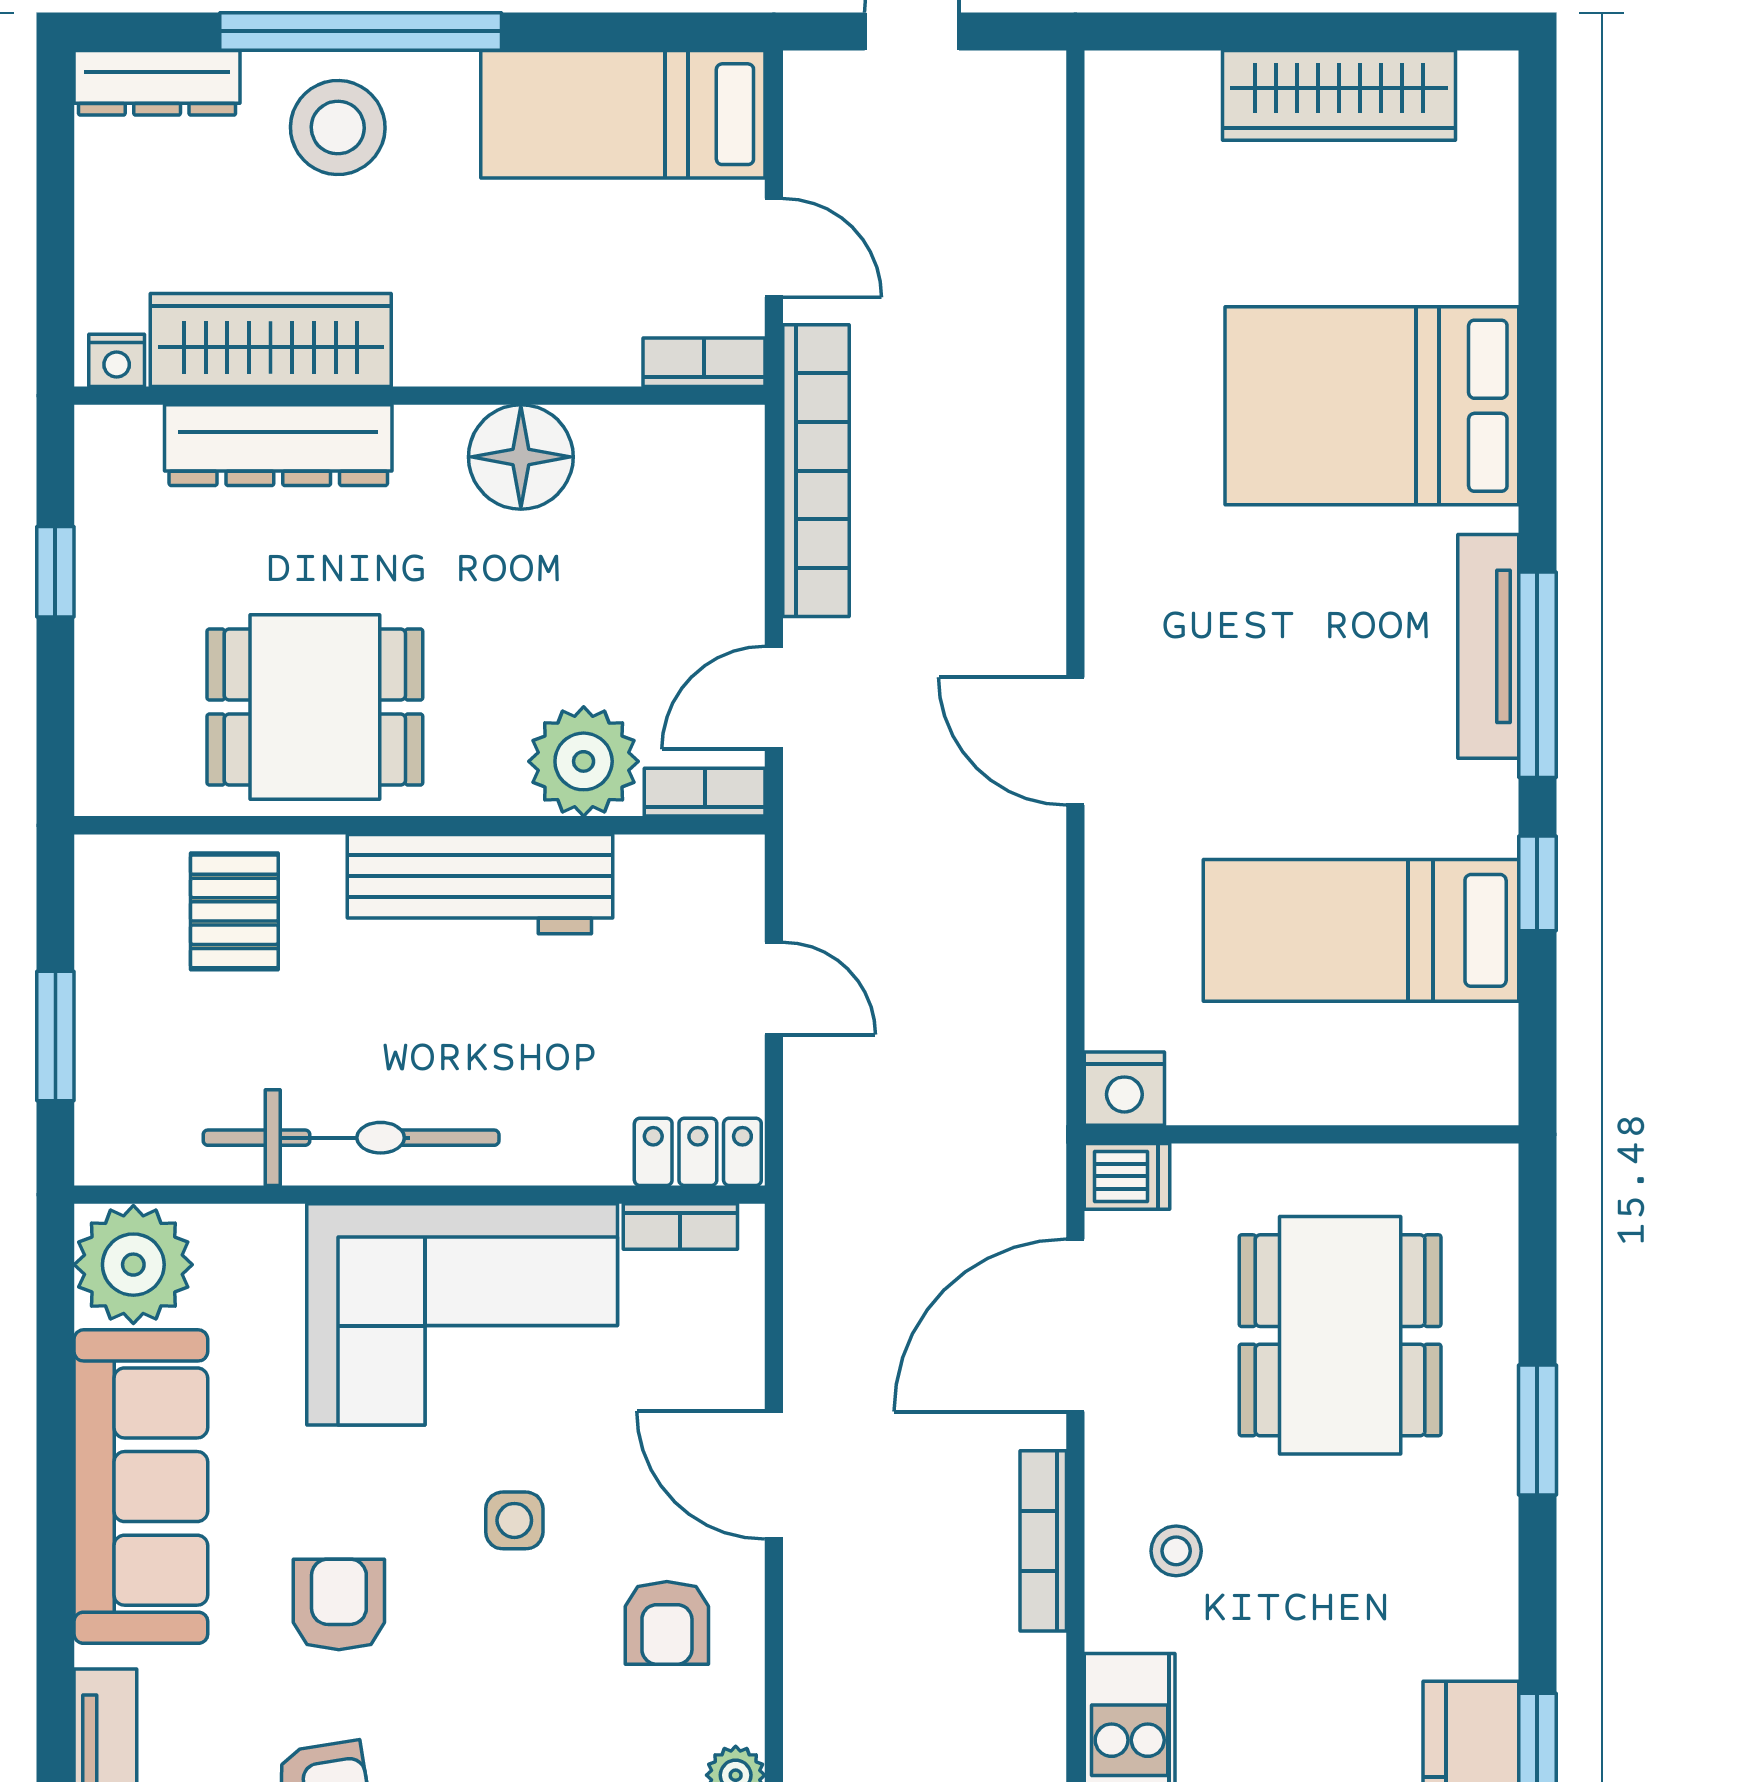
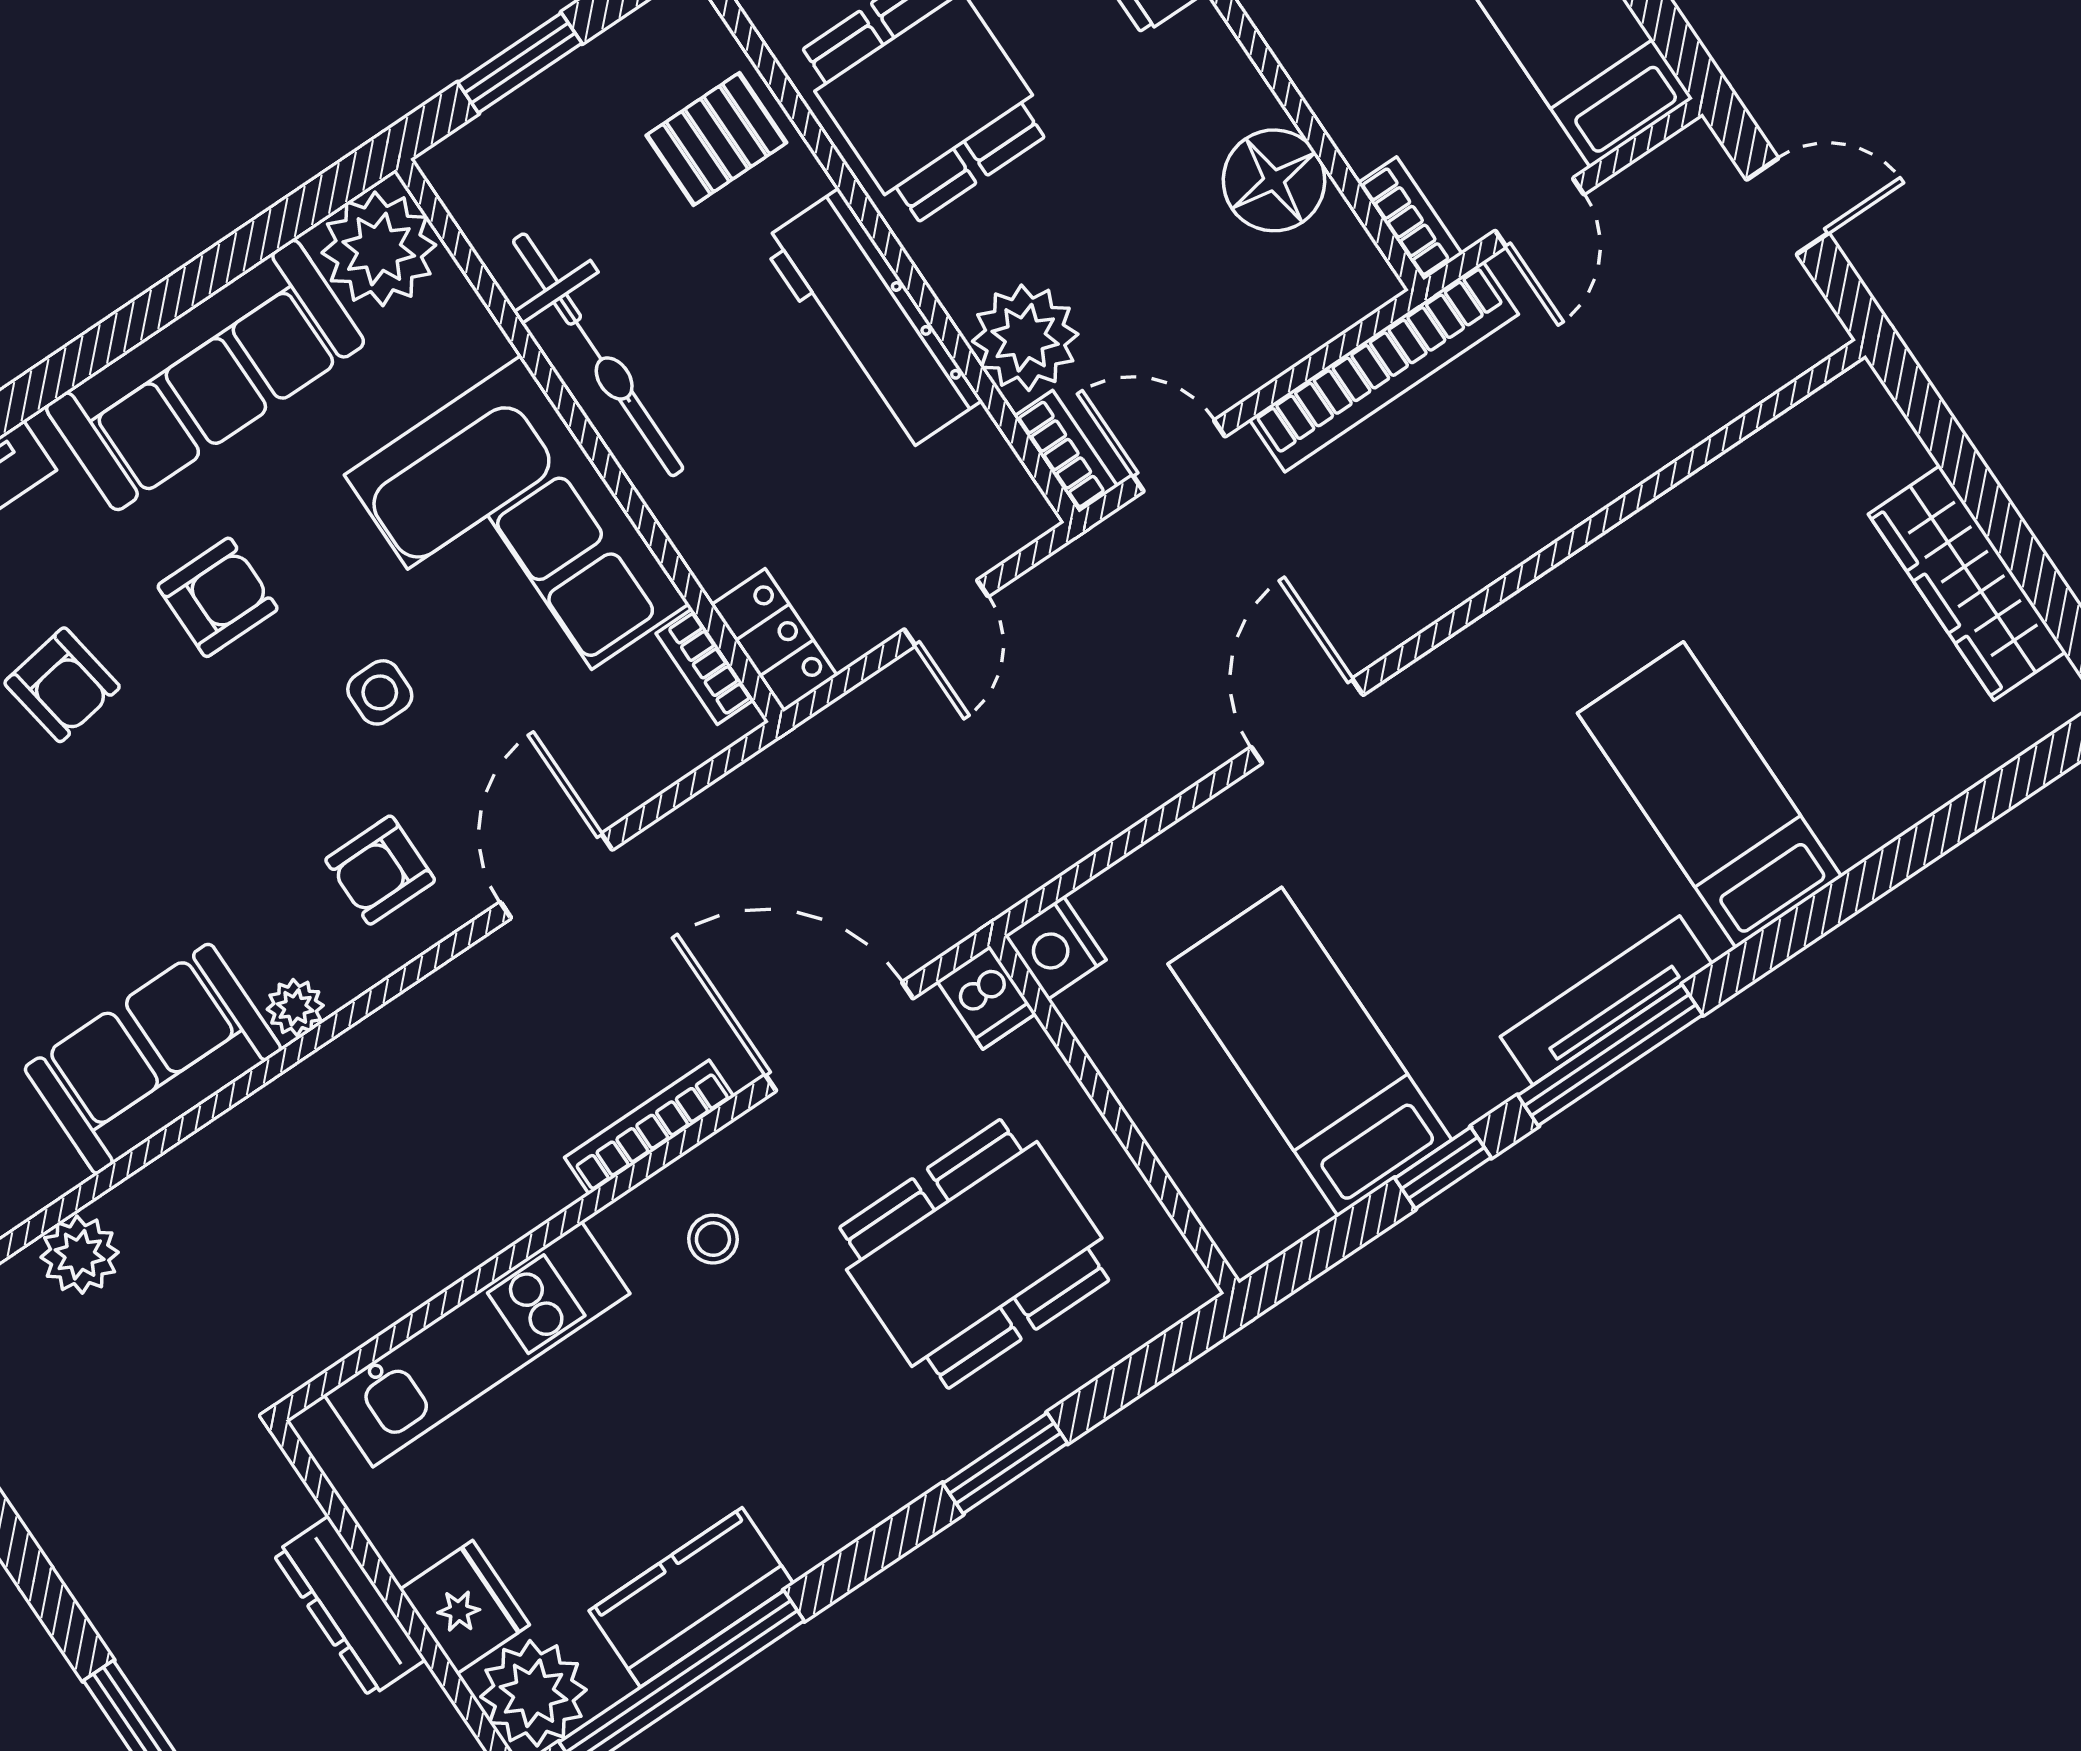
bed: (1372, 406) -> (1710, 795), width x0.67
floor lamp: (521, 457) -> (1274, 180), moved

